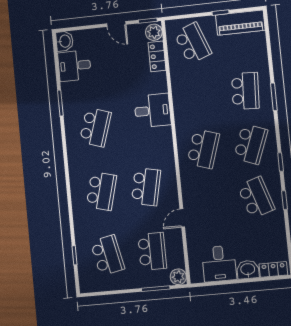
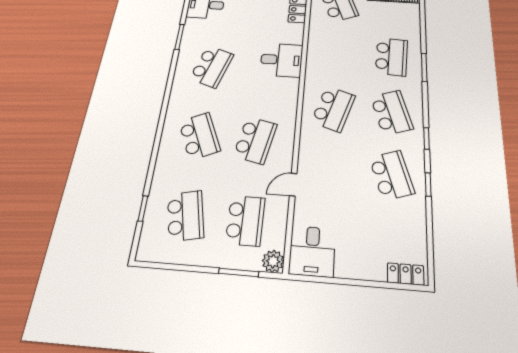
school desk: (251, 144) -> (392, 113), turned -39
school desk: (101, 191) -> (199, 136), turned -39
desk: (219, 264) -> (312, 251), moved
washbasin: (248, 270) -> (370, 268), removed

